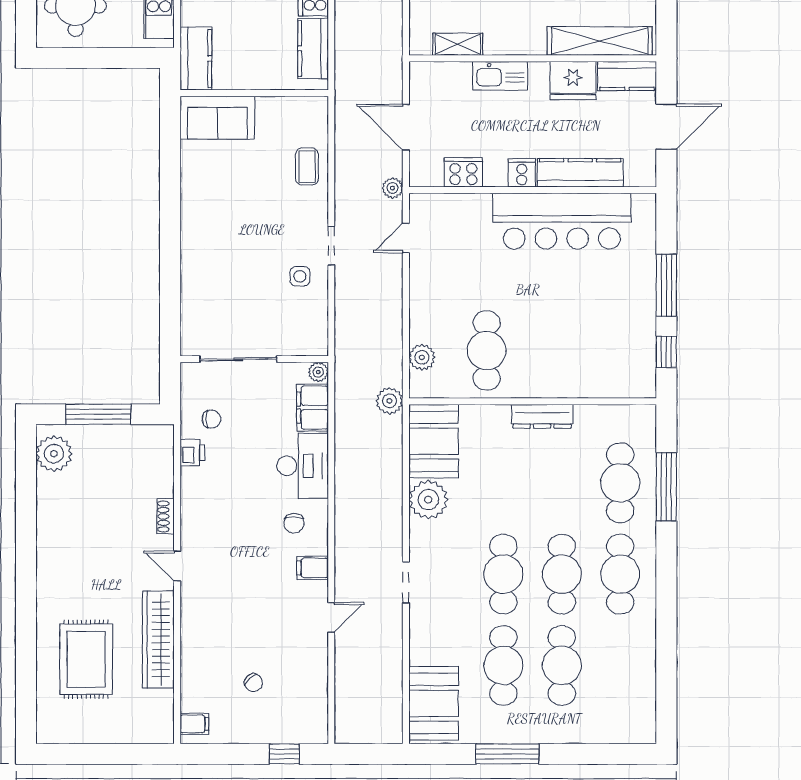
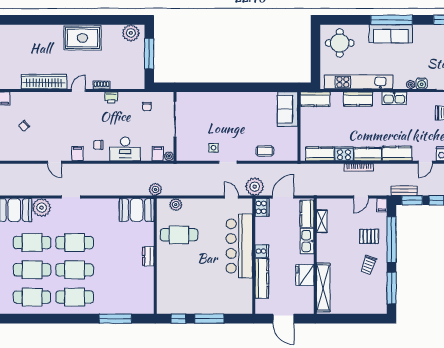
kitchen counter: (627, 76) -> (307, 214), moved
cooker: (463, 172) -> (262, 207), moved
plant: (392, 188) -> (255, 187), width x1.87, depth x1.87
bar counter: (562, 221) -> (239, 246), moved
filing cabinet: (313, 408) -> (158, 154), width x0.50
dresser: (542, 416) -> (148, 256), width x0.70
printer: (192, 453) -> (111, 97), moved
cafe table: (620, 483) -> (32, 297), moved
plant: (428, 500) -> (42, 208), moved
rug: (86, 659) -> (82, 38), moved

